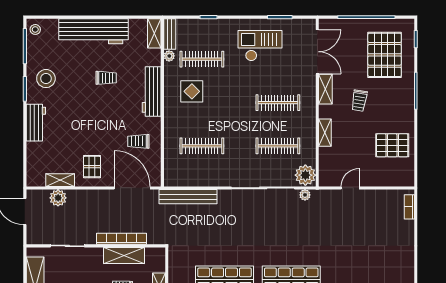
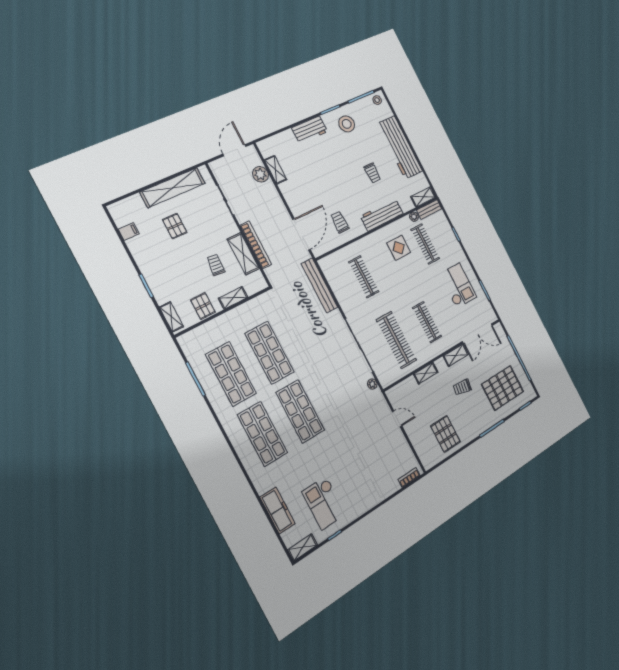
clothes rail: (278, 146) -> (396, 340), width x1.37, depth x1.31
pallet: (92, 167) -> (300, 192), removed
plant: (305, 175) -> (387, 375), removed

